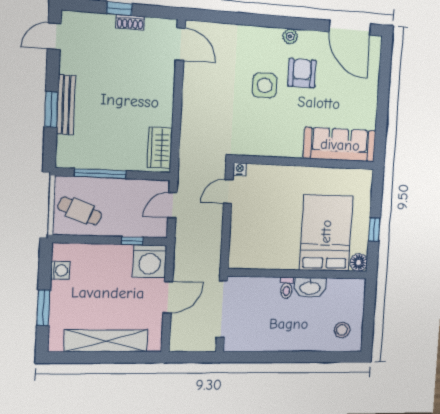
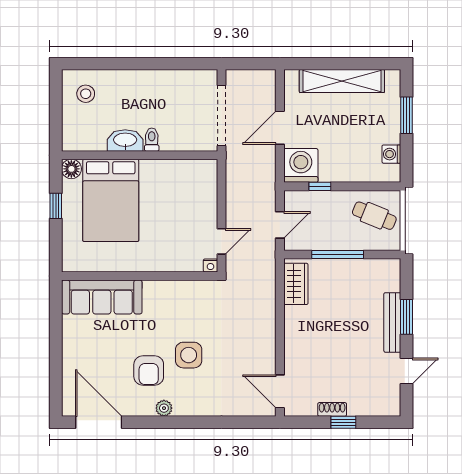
door: (54, 36) -> (407, 371), moved
window: (100, 174) -> (338, 255), moved

